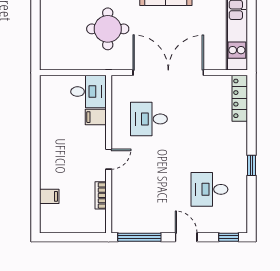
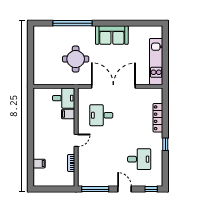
locker: (240, 98) -> (158, 118), moved
desk: (210, 189) -> (139, 159), turned 180

